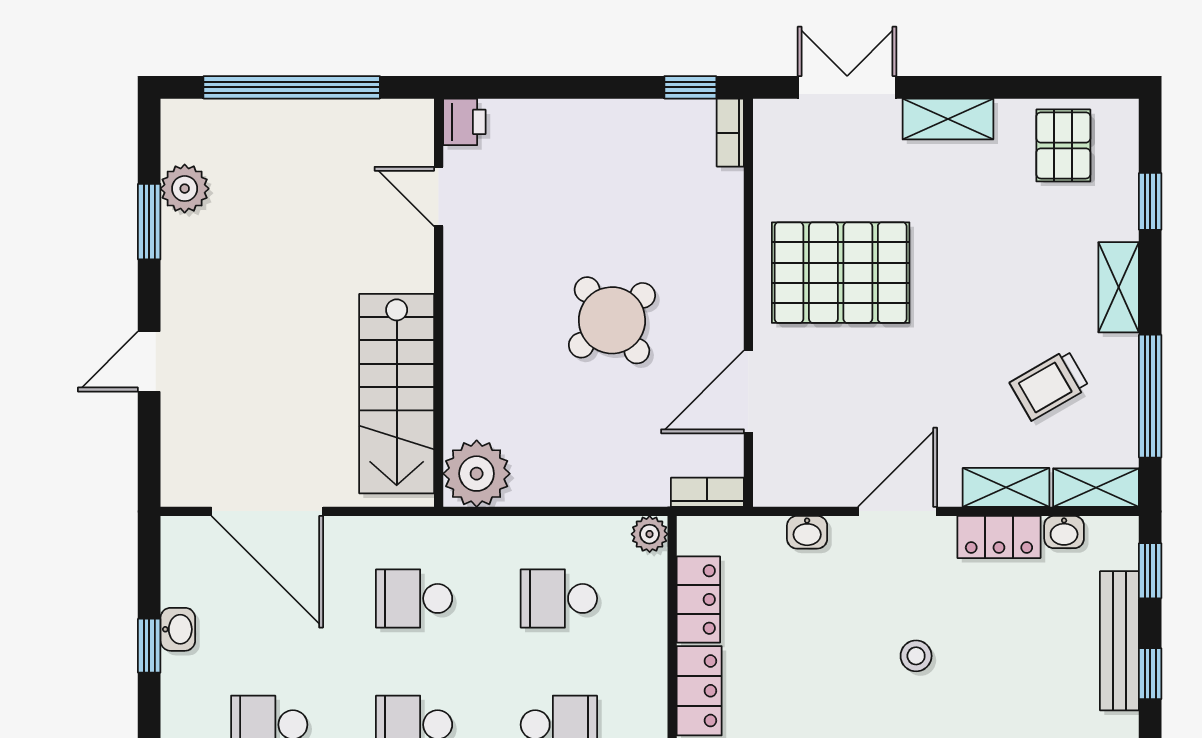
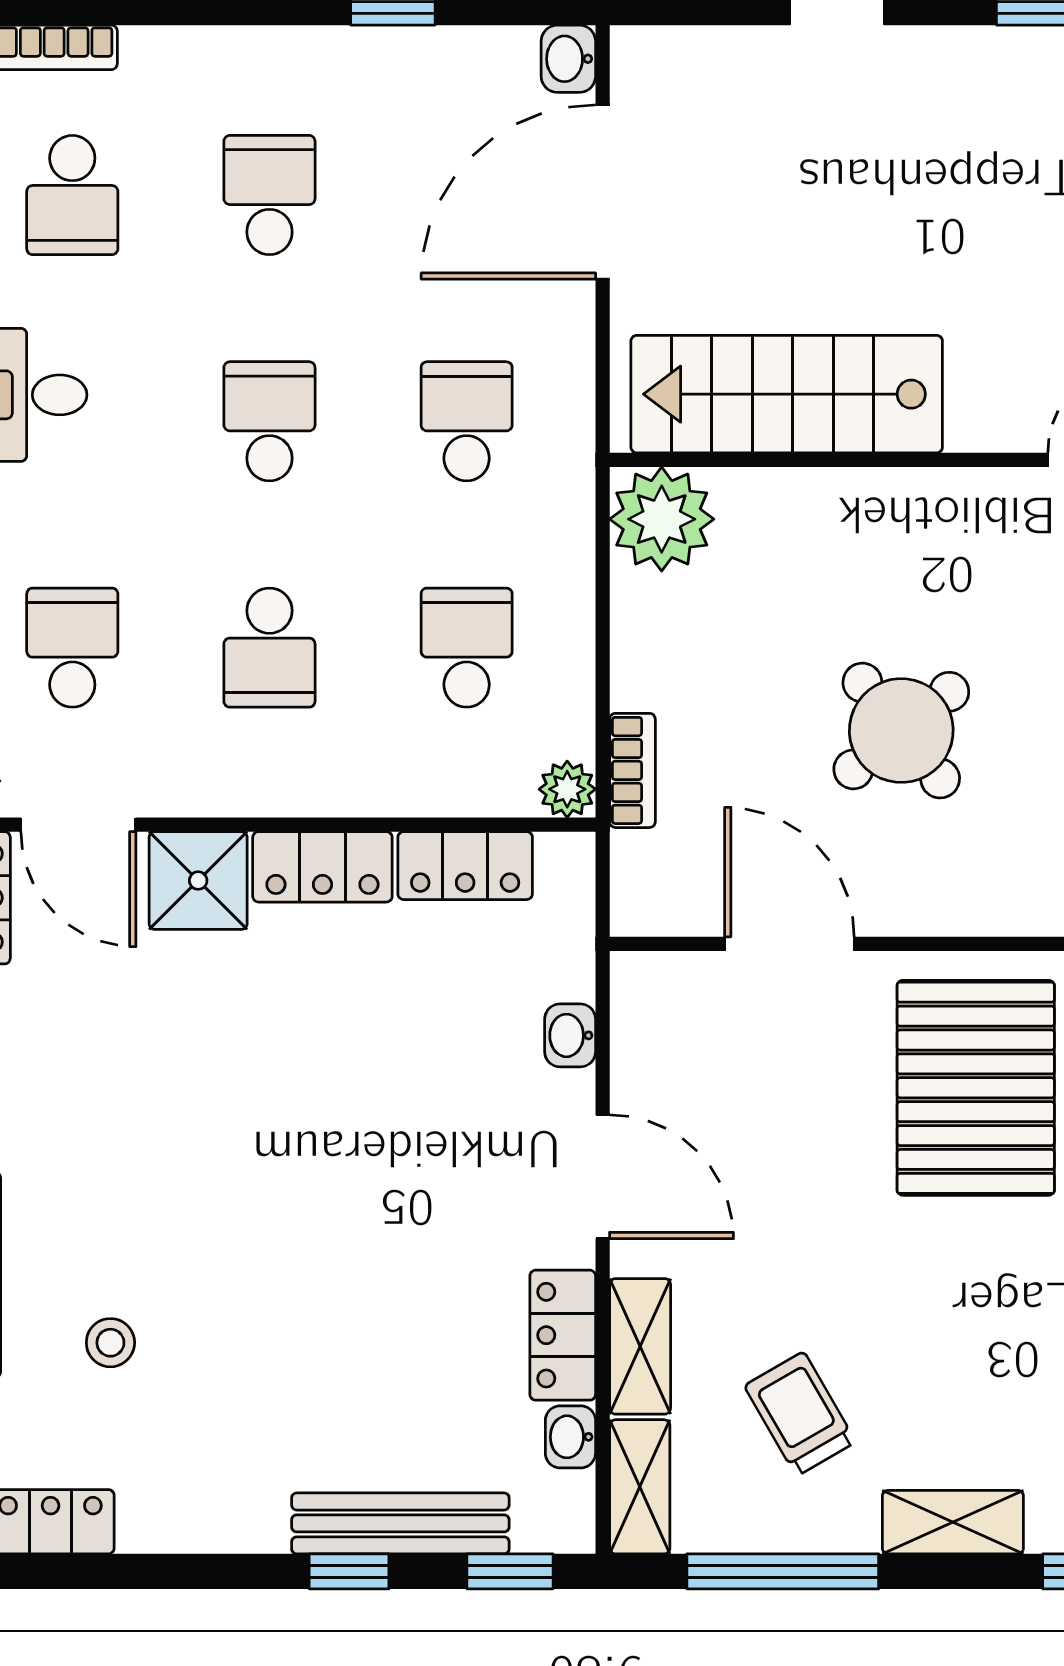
bookcase: (707, 492) -> (632, 770), moved
washbasin: (178, 629) -> (568, 59), moved, turned 90
stool: (916, 656) -> (377, 1206), removed

